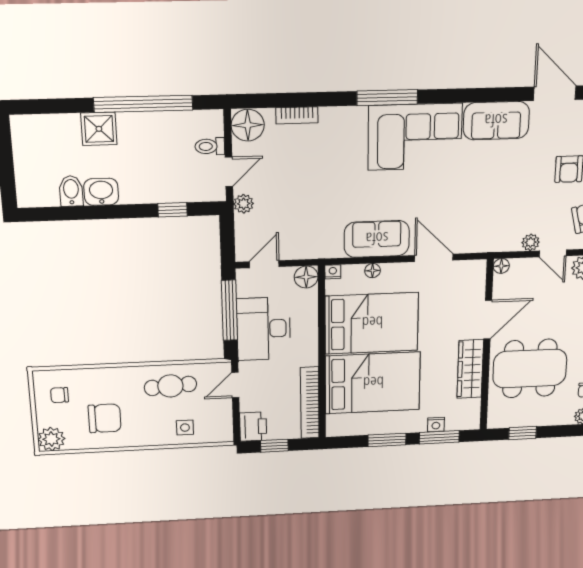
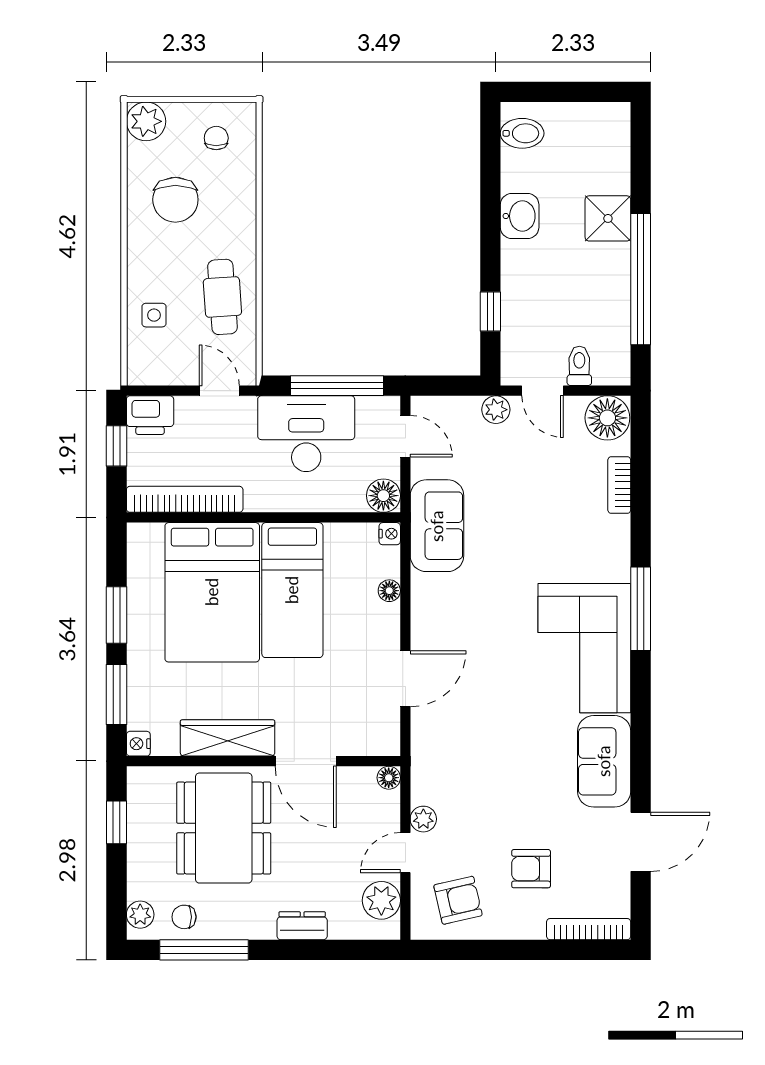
bidet: (71, 191) -> (522, 133), moved
sofa: (377, 239) -> (437, 526), moved
bed: (372, 323) -> (292, 590), width x0.67
nightstand: (436, 424) -> (138, 744), moved

